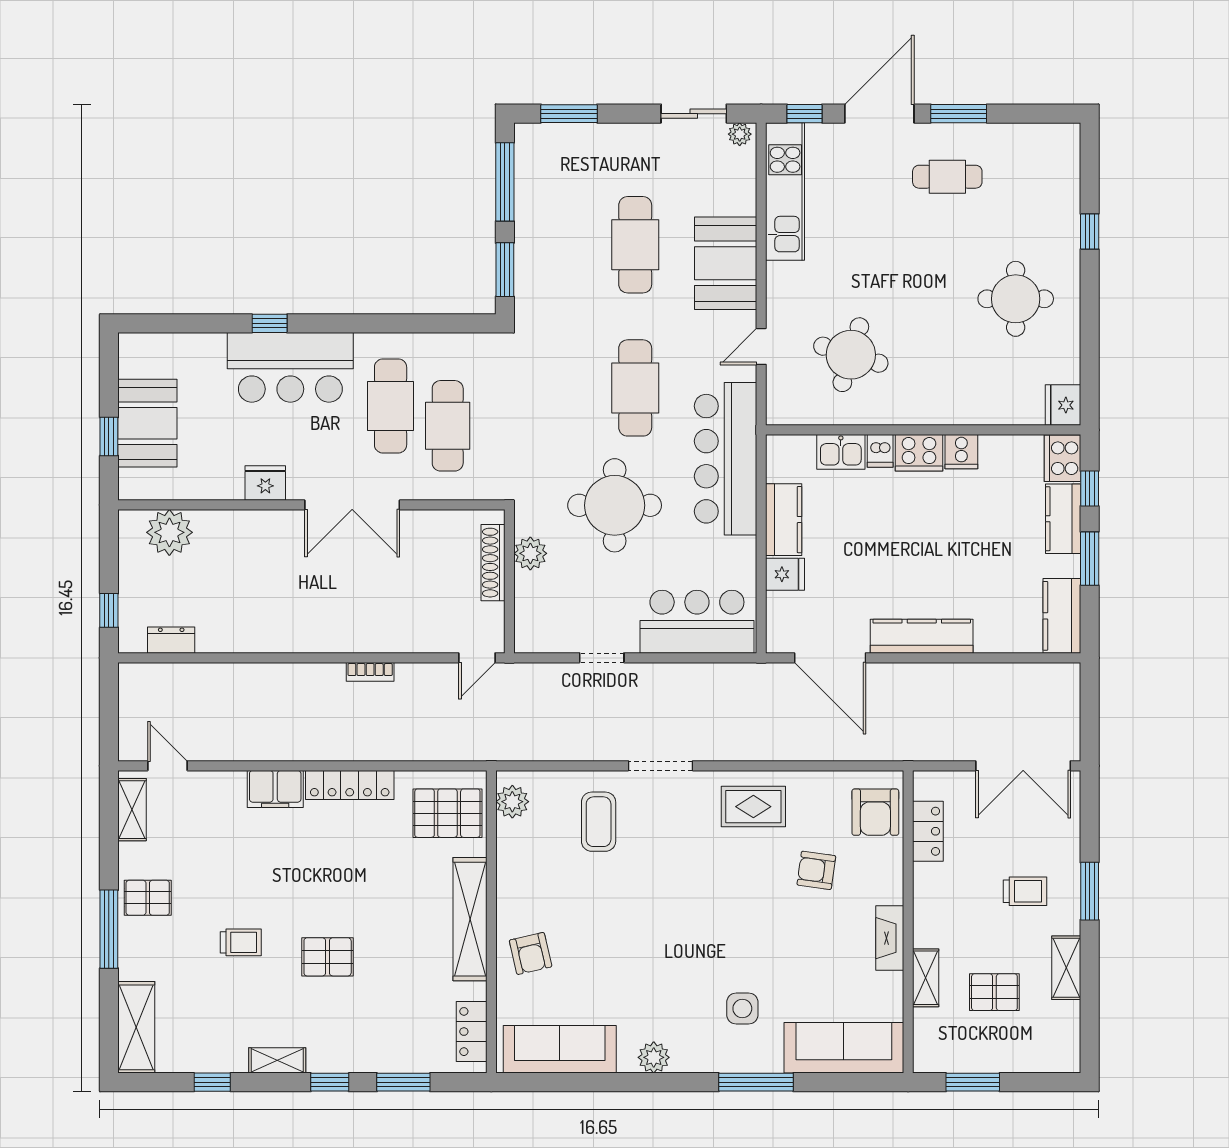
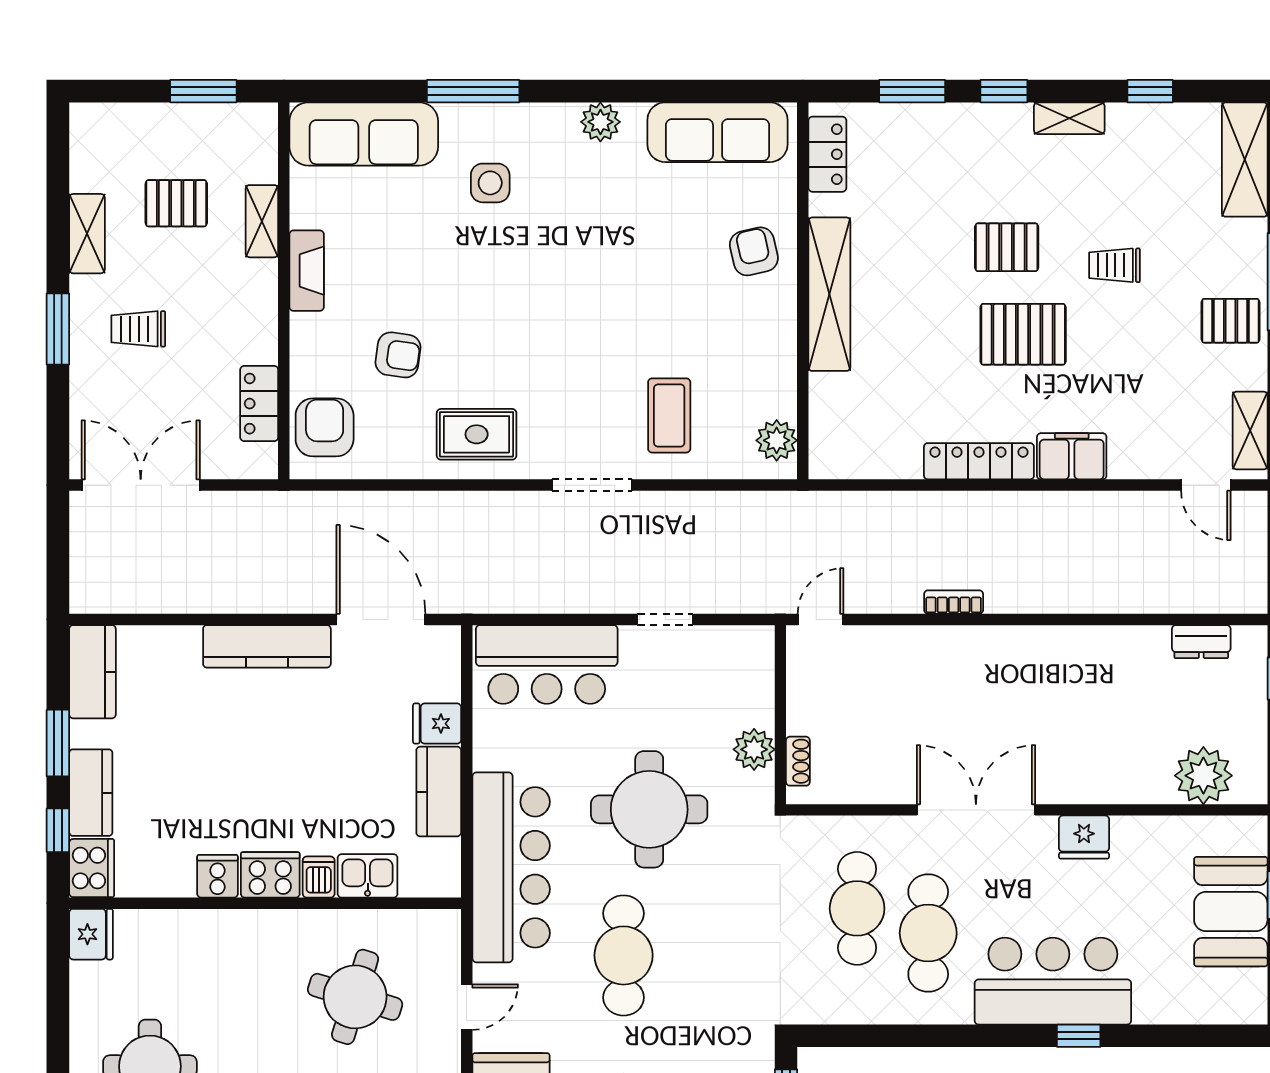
shoe rack: (493, 563) -> (798, 761), width x0.51, depth x0.81
pallet: (447, 813) -> (1023, 334), moved

